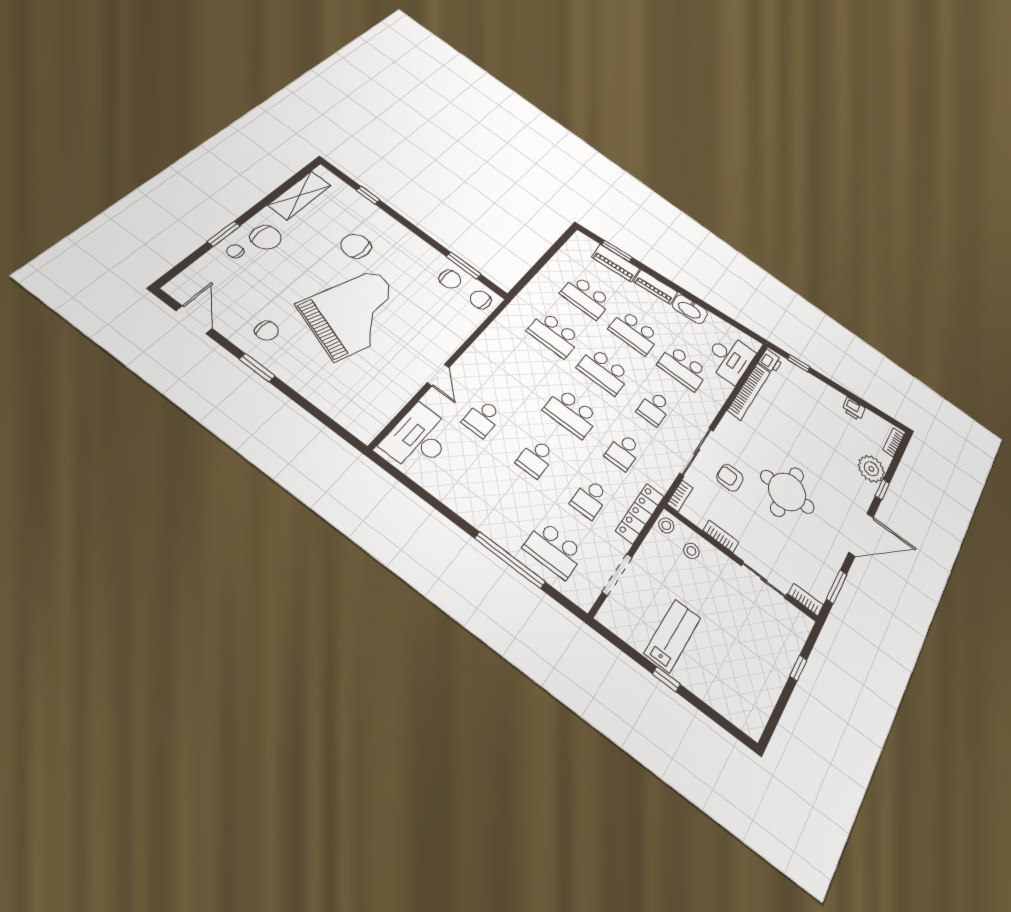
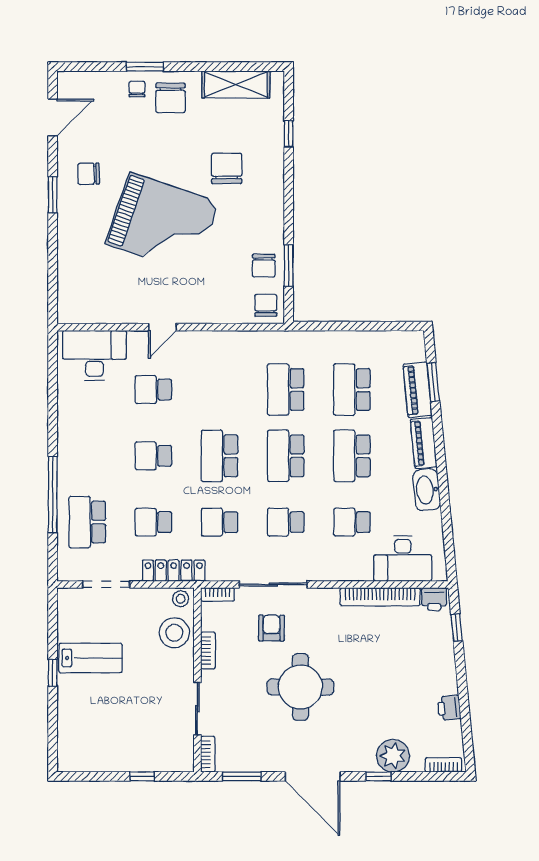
chair: (267, 331) -> (89, 174), turned 89
school desk: (683, 368) -> (352, 522), width x0.54
stool: (691, 551) -> (174, 633), width x1.89, depth x1.89

